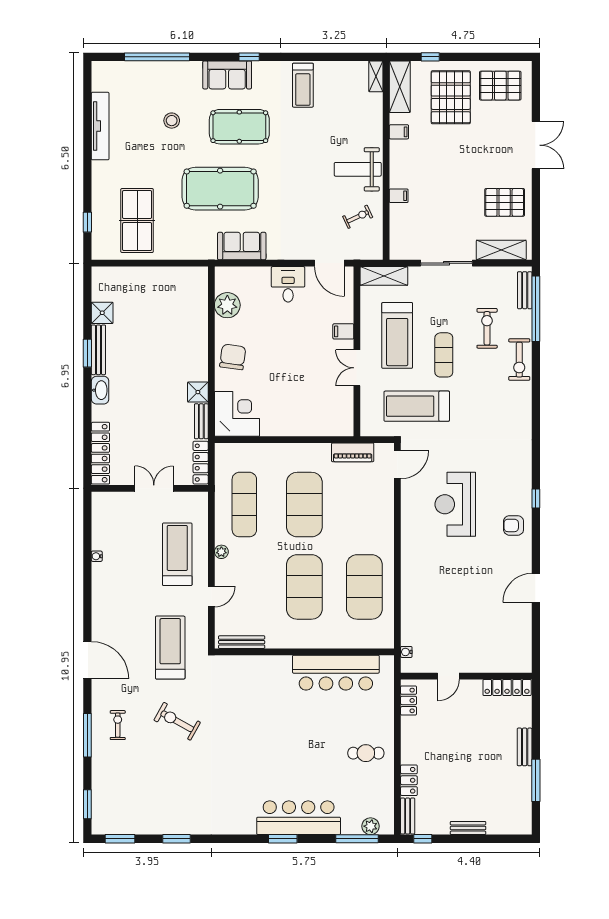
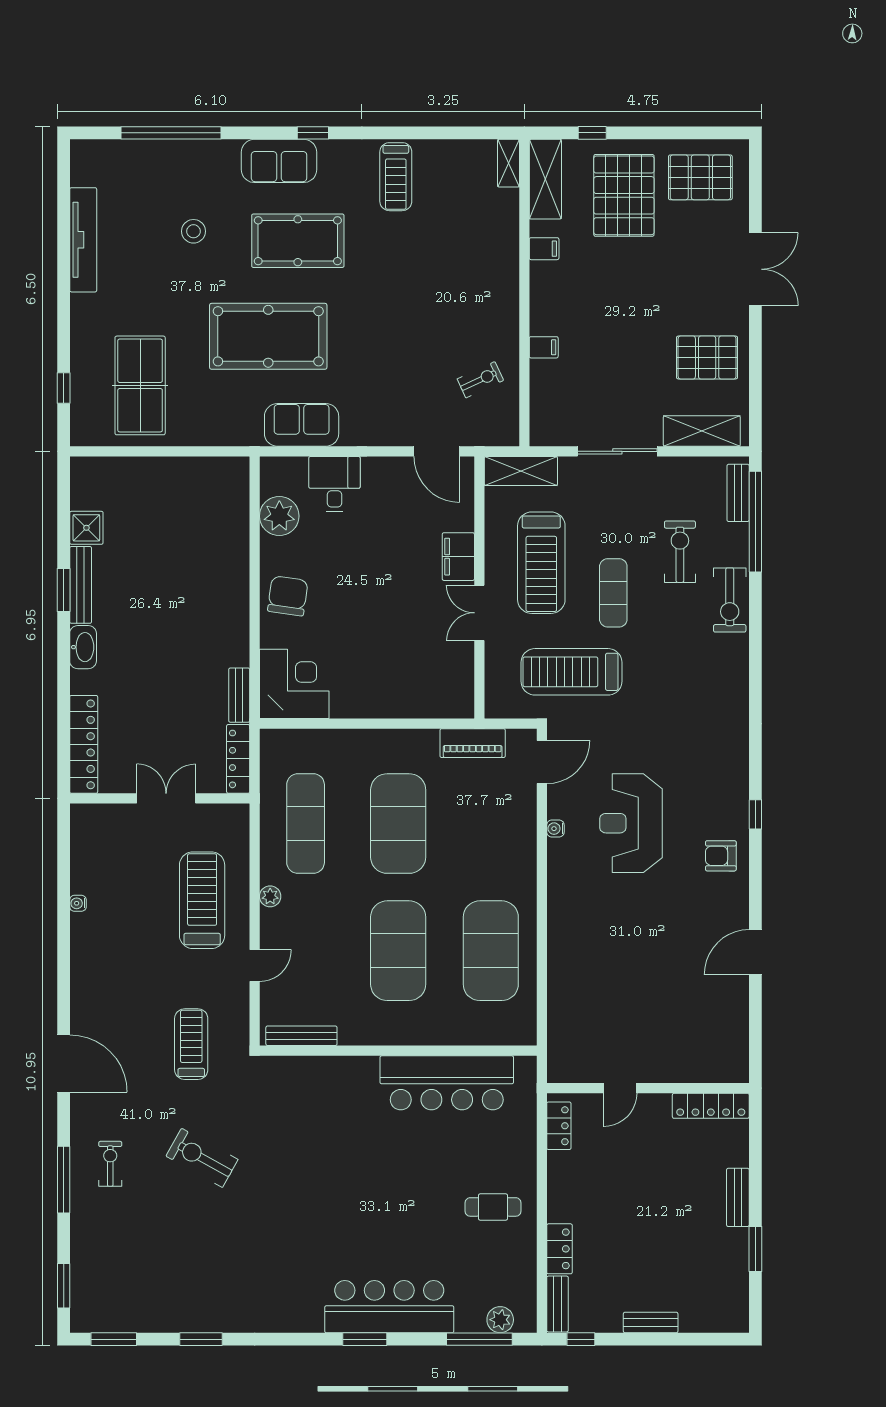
weight bench: (358, 169) -> (480, 306), removed
desk: (288, 284) -> (334, 484), moved
filing cabinet: (343, 331) -> (458, 557), width x2.00
shower: (198, 392) -> (234, 650), removed
treadmill: (170, 648) -> (191, 1044), width x0.73, depth x0.73
water cooler: (406, 652) -> (555, 829), moved
window: (536, 780) -> (755, 1249), width x0.69

